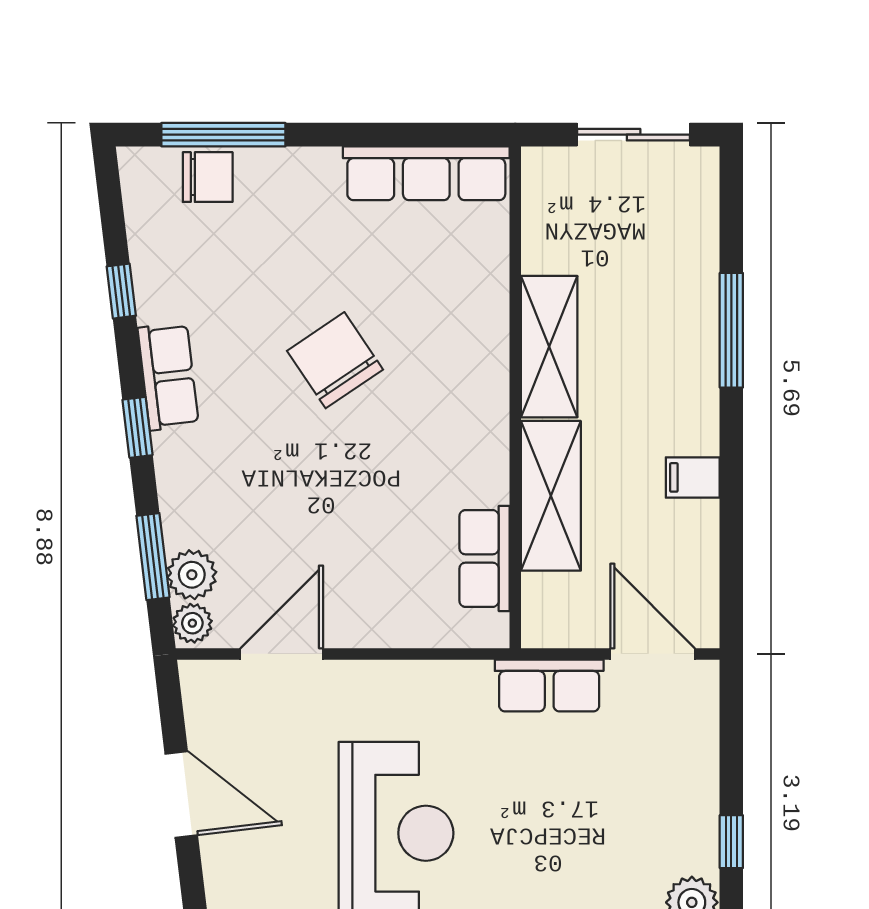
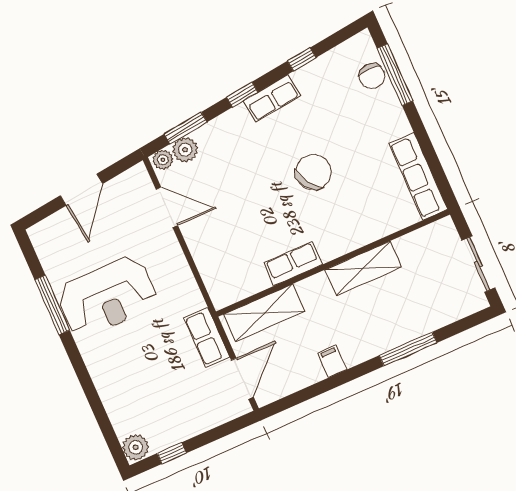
shelving: (551, 496) -> (264, 313), moved
row of seats: (485, 558) -> (293, 264), moved

